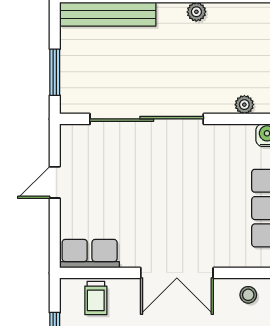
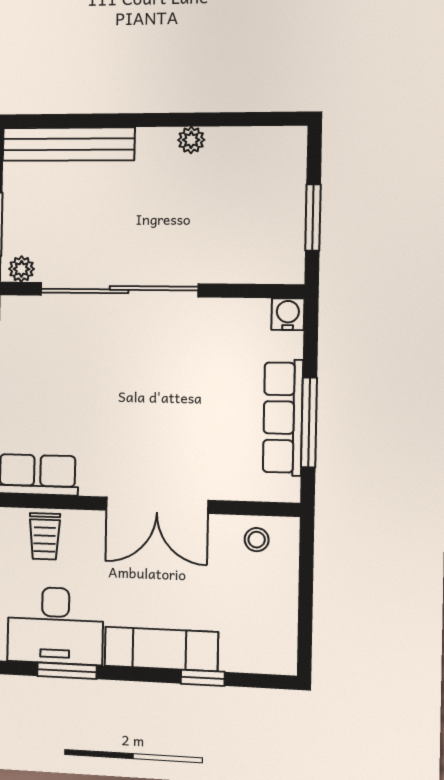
plant: (244, 105) -> (21, 269), moved

